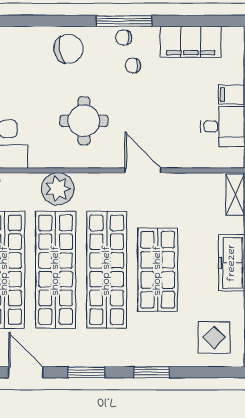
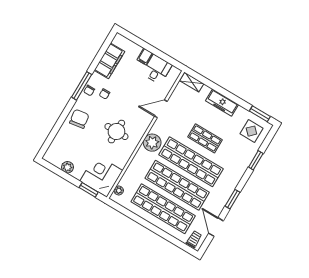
door: (143, 170) -> (161, 109), moved
plant: (58, 189) -> (152, 143), moved
shop shelf: (158, 270) -> (205, 138), width x0.70, depth x0.74
door: (26, 372) -> (216, 227), hinge flipped
window: (152, 372) -> (256, 160), moved

